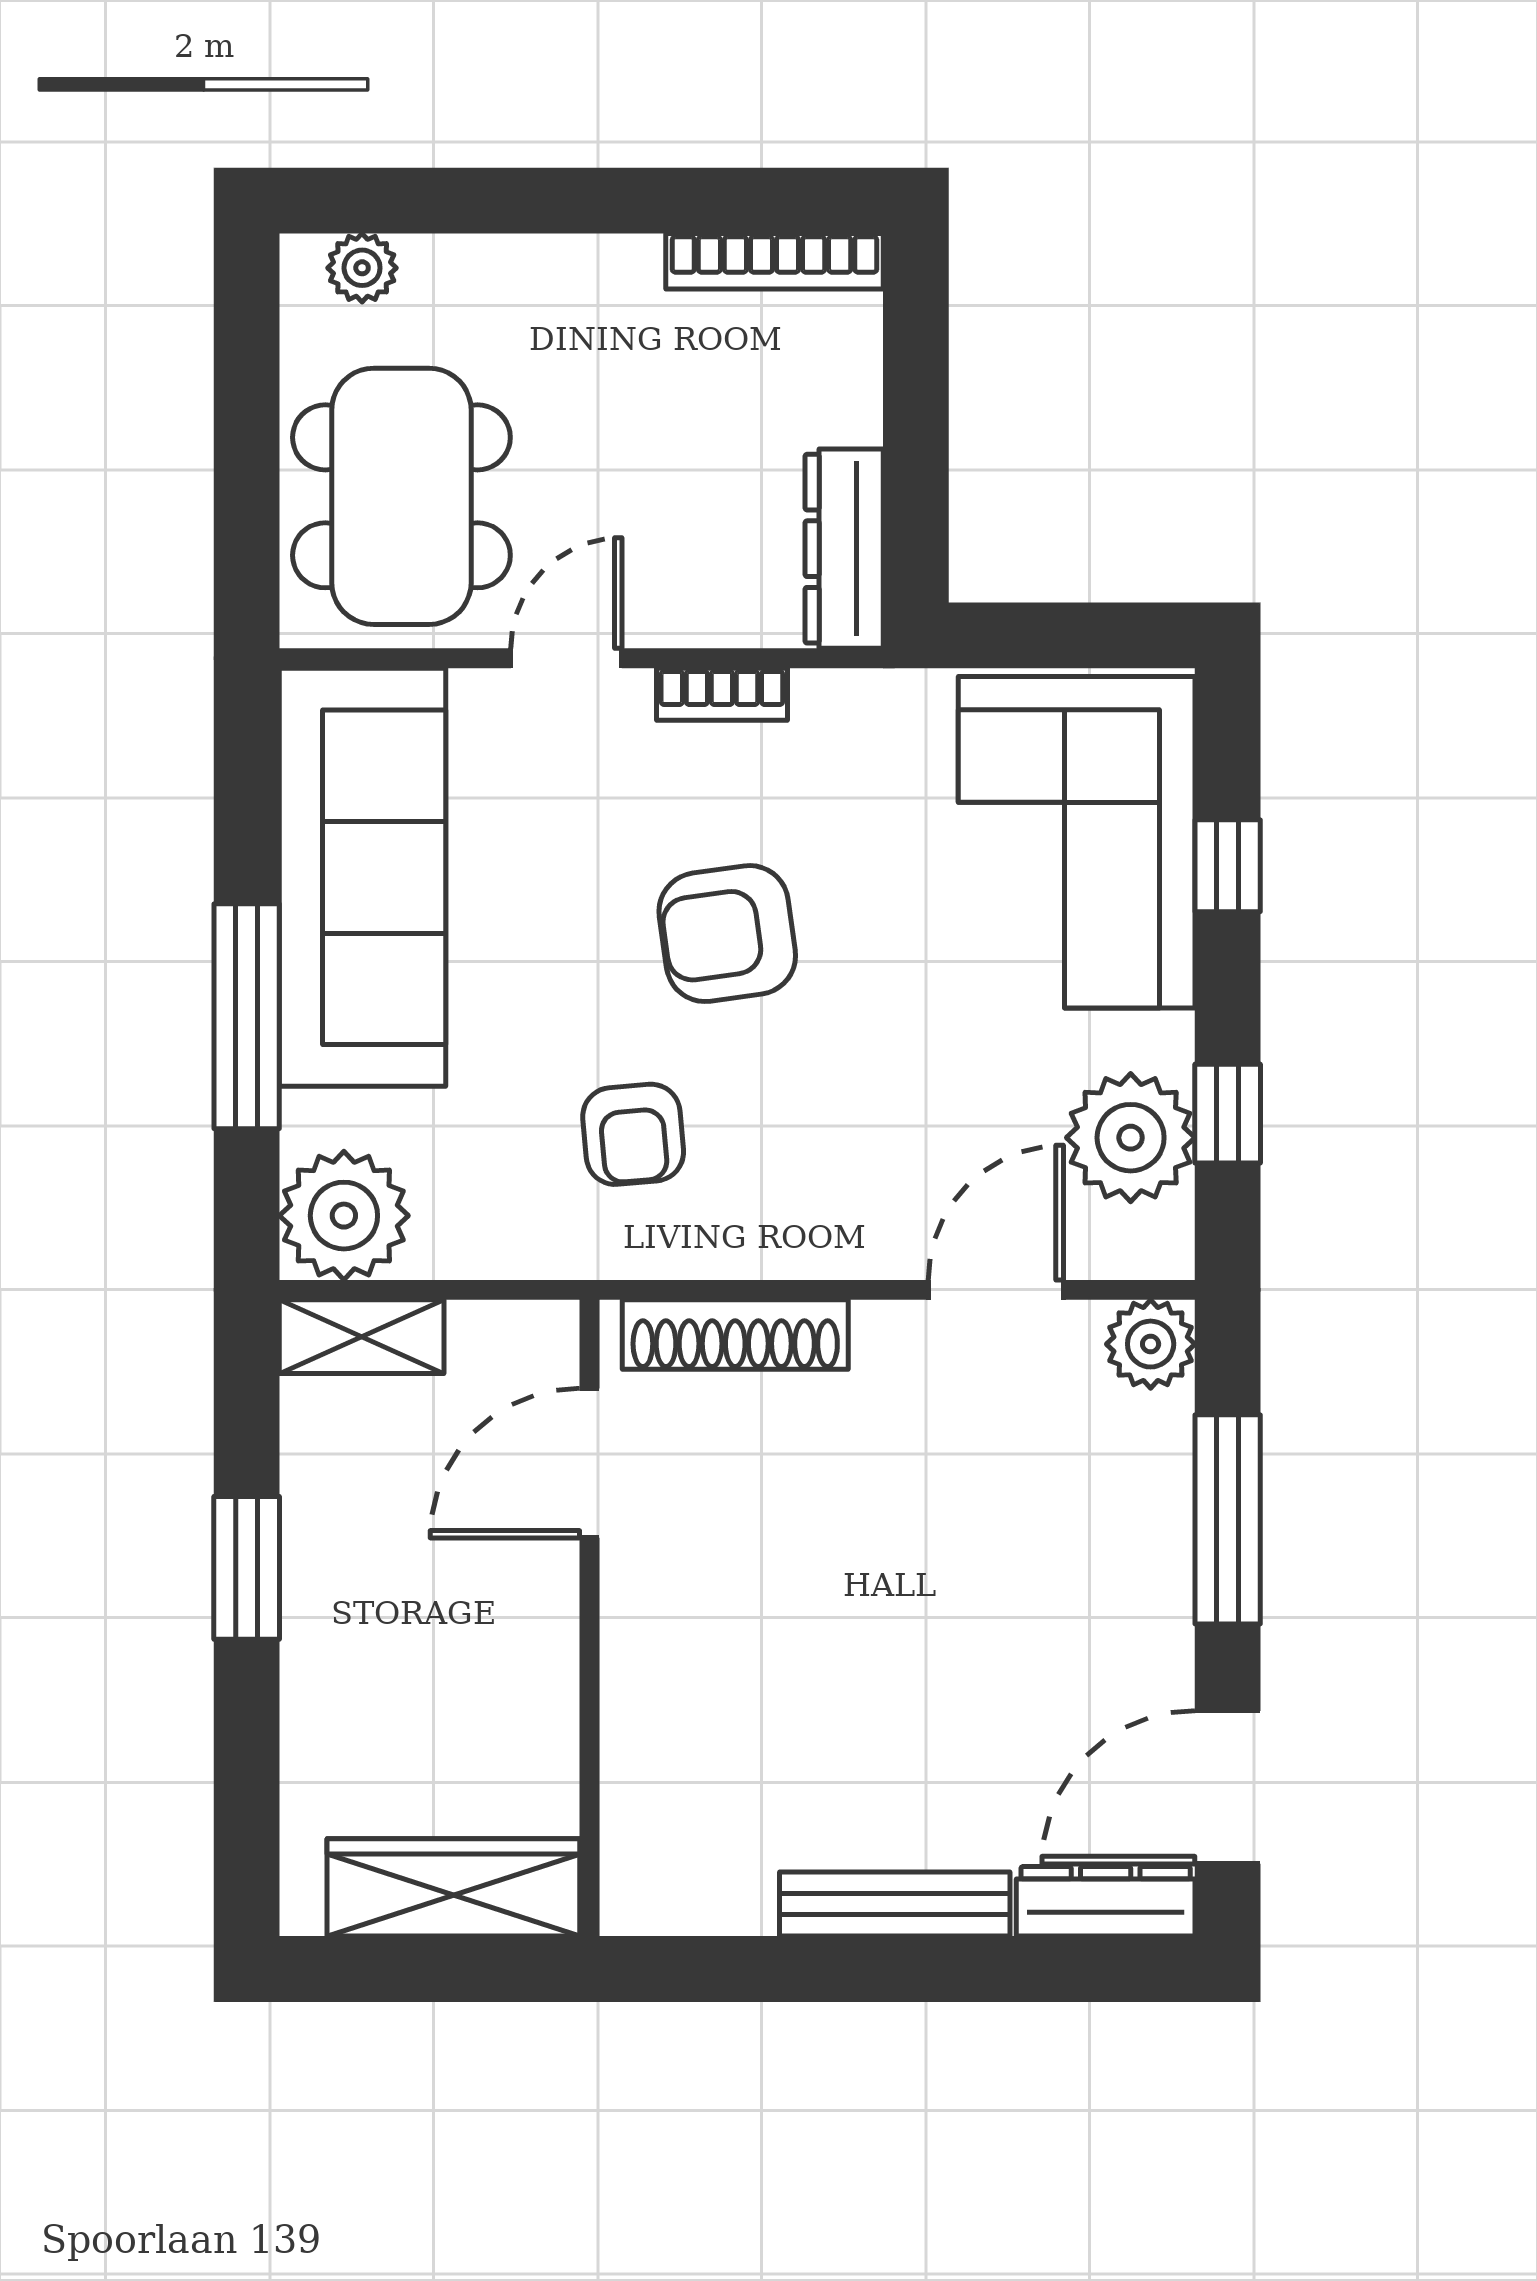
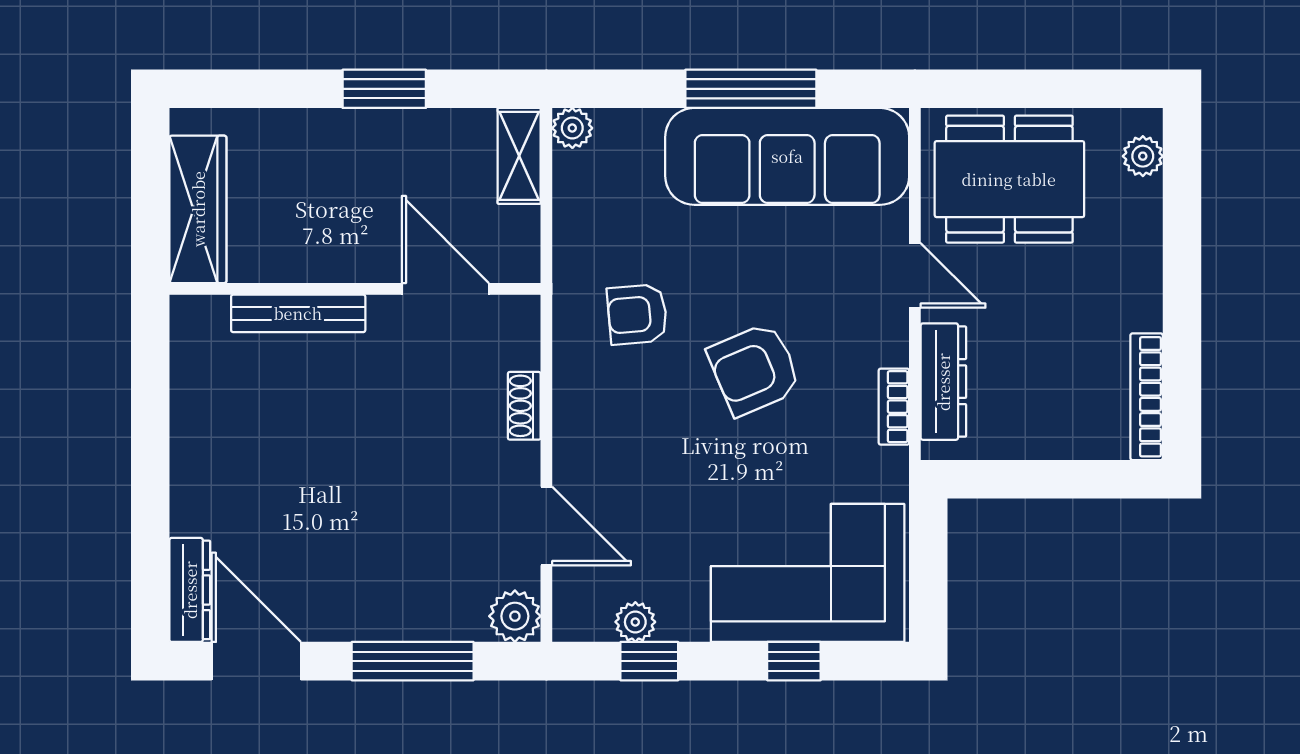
dresser: (844, 549) -> (943, 382), moved, turned 90
bookcase: (722, 694) -> (894, 407), moved
armchair: (727, 934) -> (754, 369), turned -105
window: (247, 1016) -> (751, 89), moved
plant: (1131, 1138) -> (635, 622), width x0.53, depth x0.53
plant: (344, 1216) -> (572, 128), width x0.53, depth x0.53
shoe rack: (735, 1335) -> (524, 406), width x0.51, depth x0.81
bench: (895, 1904) -> (298, 313), moved, turned 90

